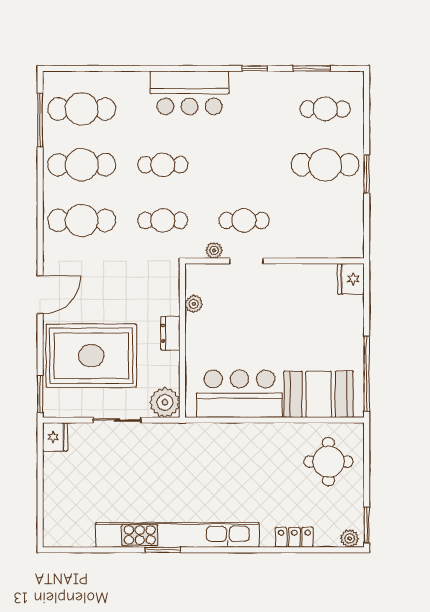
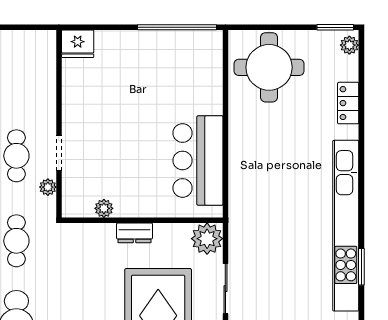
booth: (319, 394) -> (198, 78), removed
round table: (328, 462) -> (269, 67), width x1.36, depth x1.36
window: (163, 550) -> (361, 267), moved

